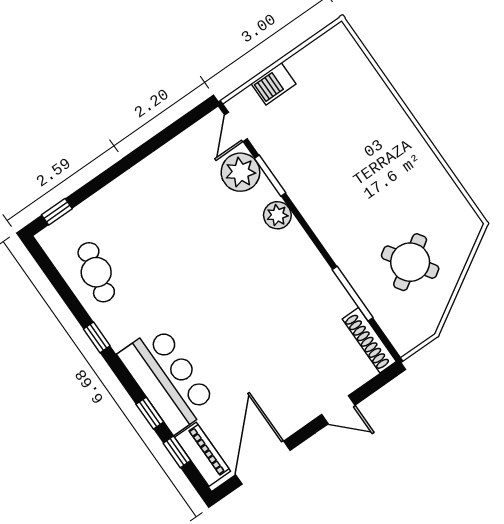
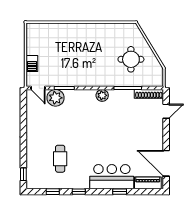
plant: (277, 215) -> (102, 95), moved
round table: (410, 262) -> (131, 59), turned 33
cafe table: (96, 272) -> (60, 159), moved, turned 76
door: (338, 410) -> (166, 111), moved
window: (177, 452) -> (53, 192), moved

